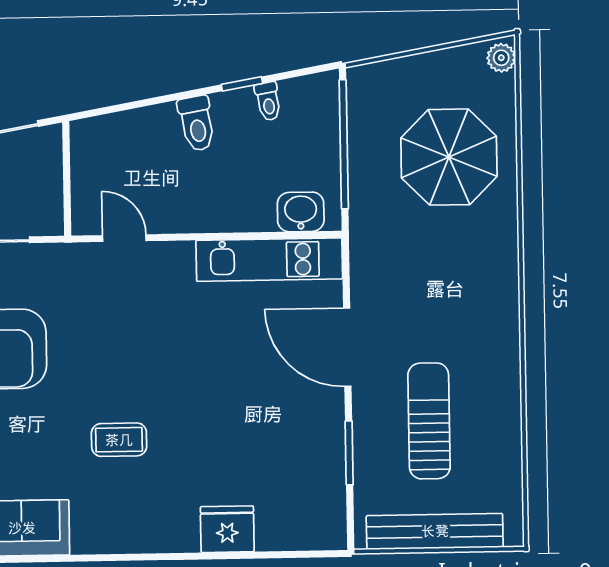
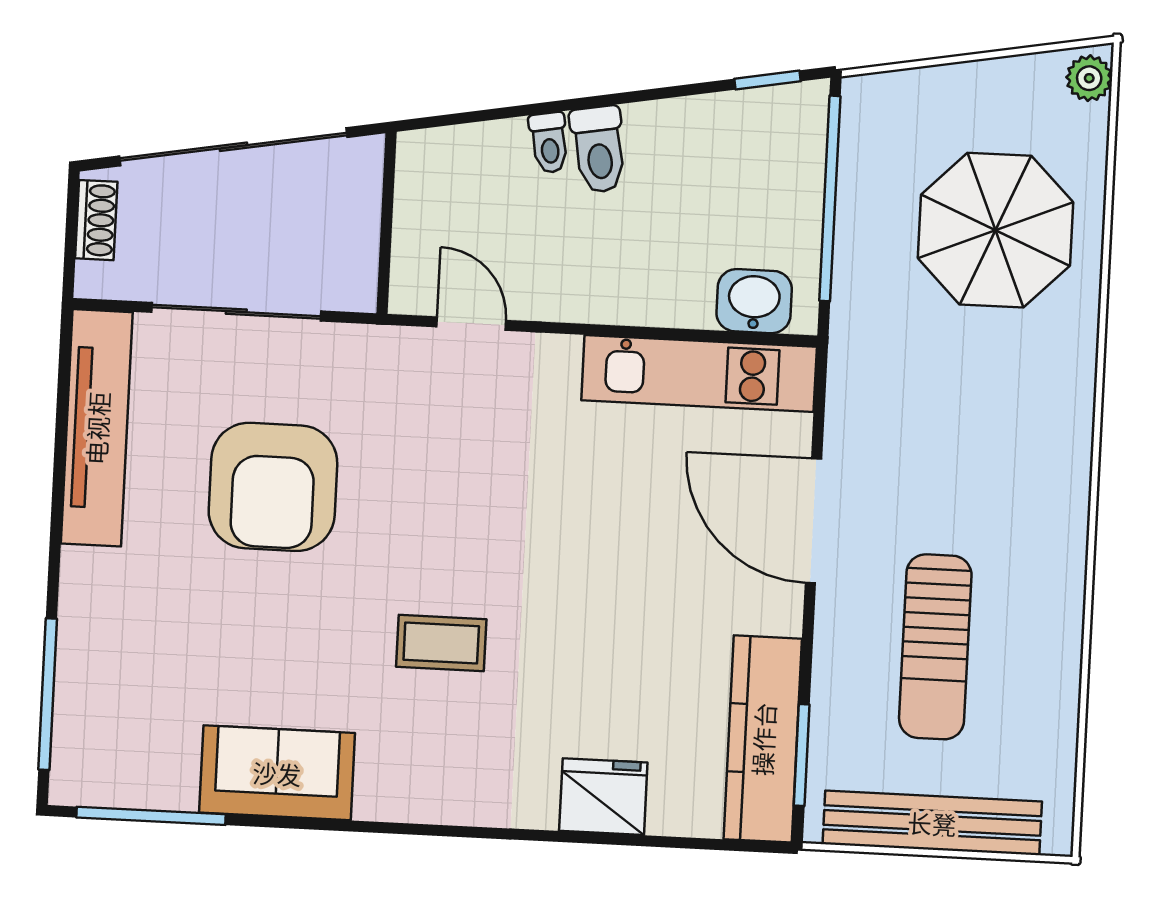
window: (242, 84) -> (768, 80), moved
toilet: (268, 101) -> (549, 143), moved
sun lounger: (429, 421) -> (935, 647), turned 180
window: (349, 453) -> (802, 755), moved
kitchen counter: (325, 486) -> (763, 739), added

